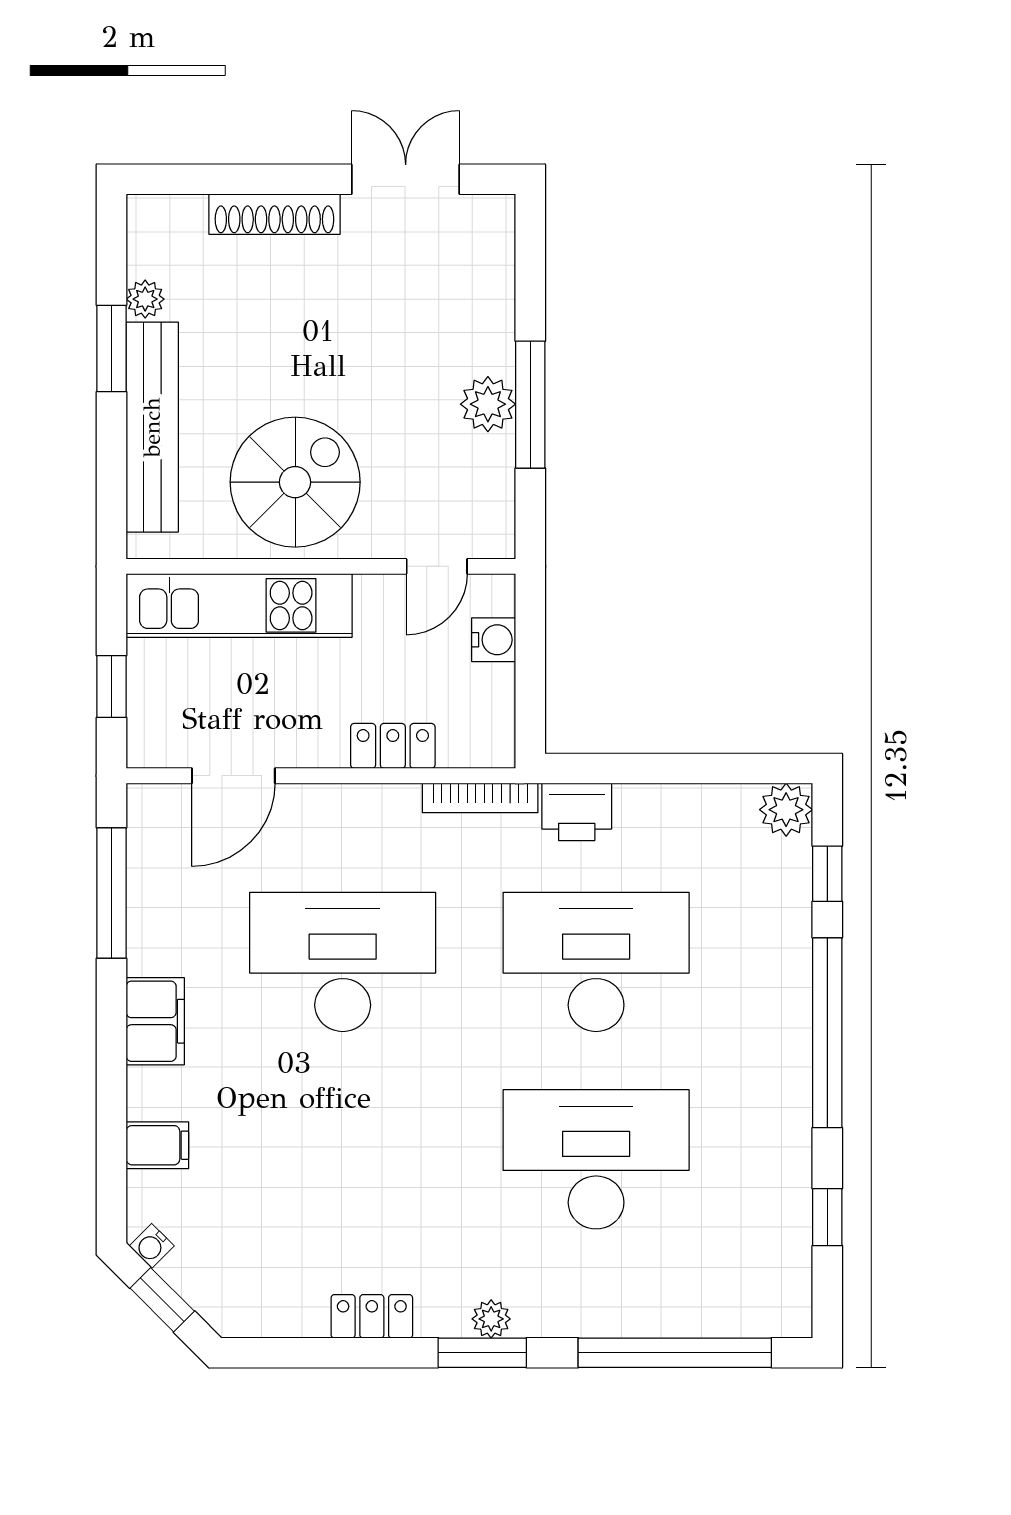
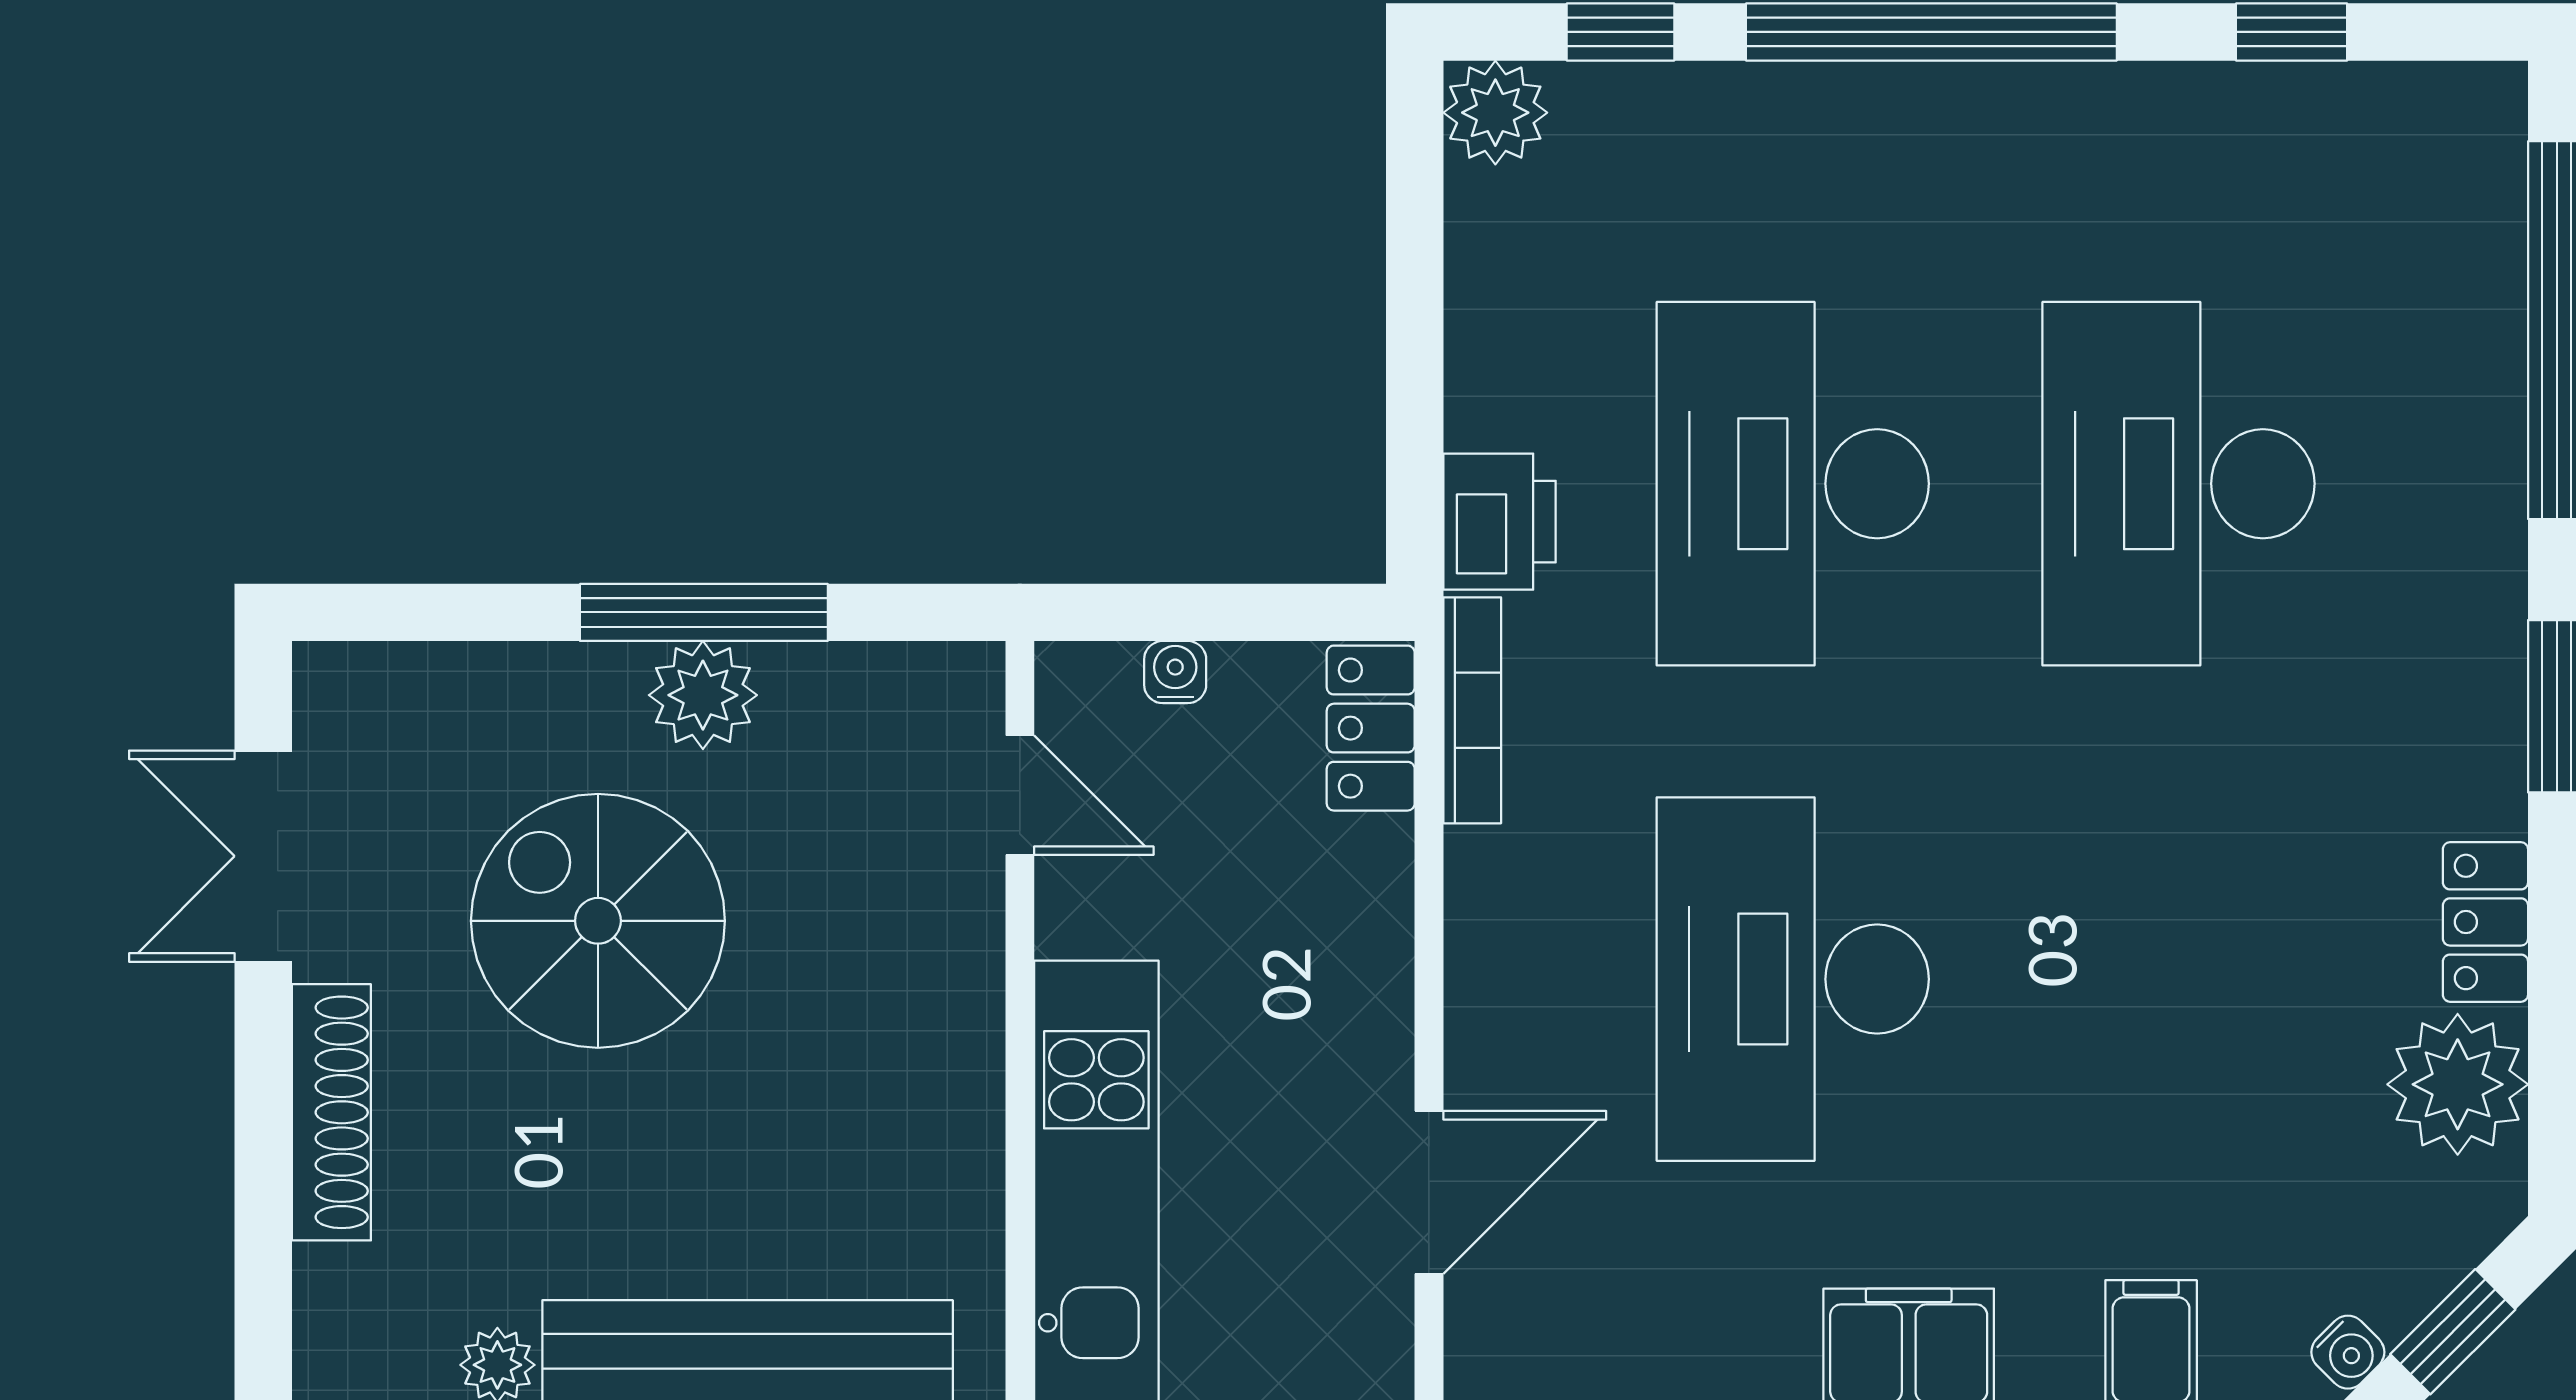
spiral stairs: (295, 482) -> (598, 921), moved
water cooler: (494, 640) -> (1175, 672), width x0.72, depth x0.72
locker: (393, 746) -> (1371, 728), moved
door: (233, 776) -> (1429, 1192), hinge flipped
plant: (491, 1319) -> (2458, 1084), moved, width x1.88, depth x1.88

